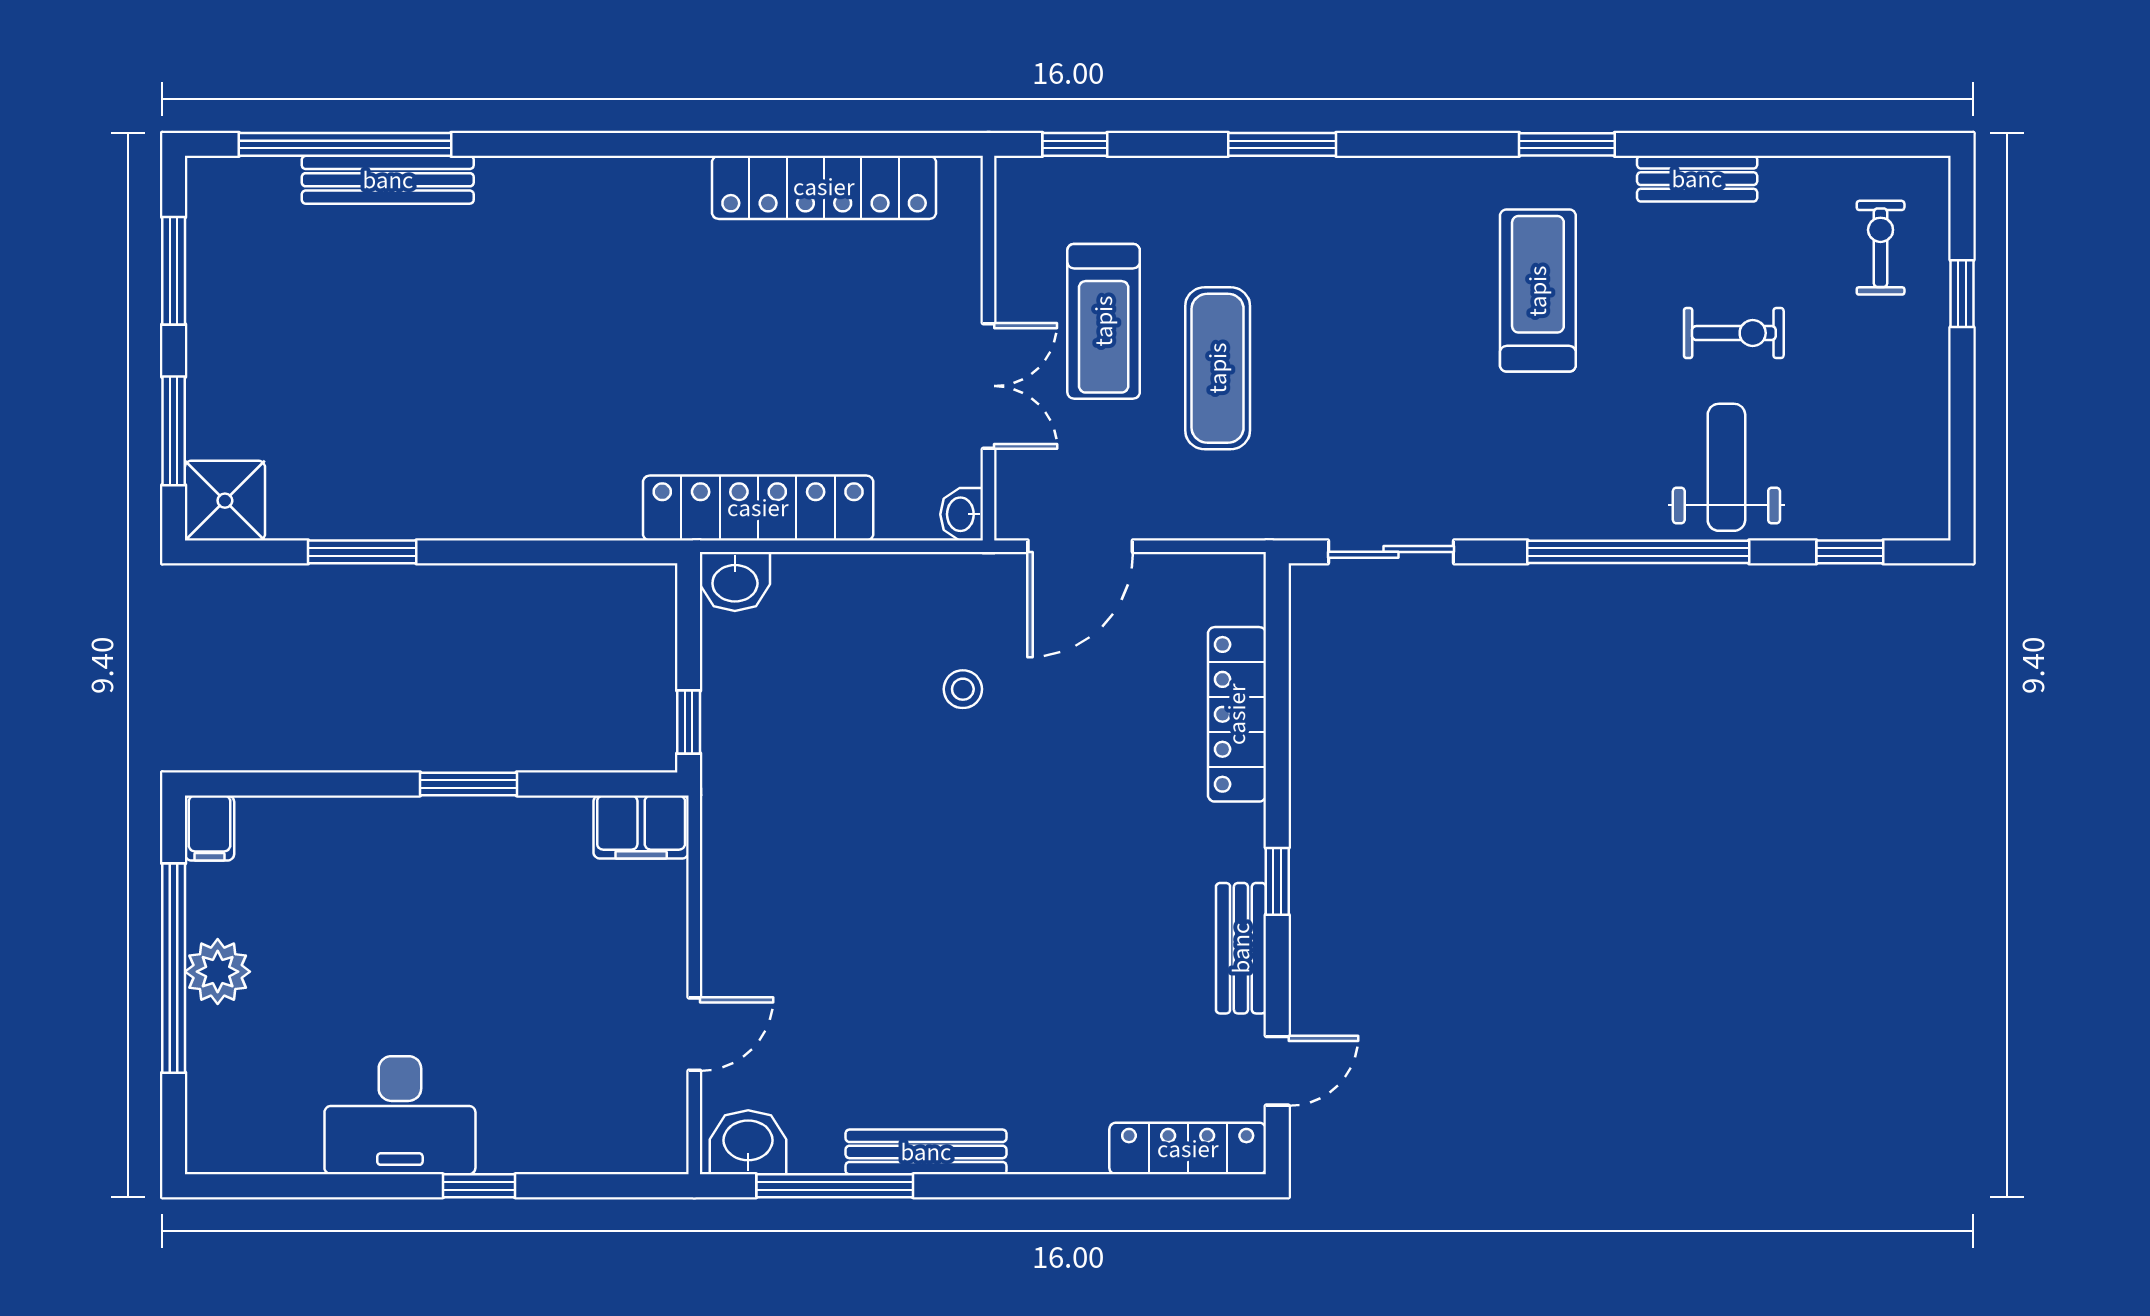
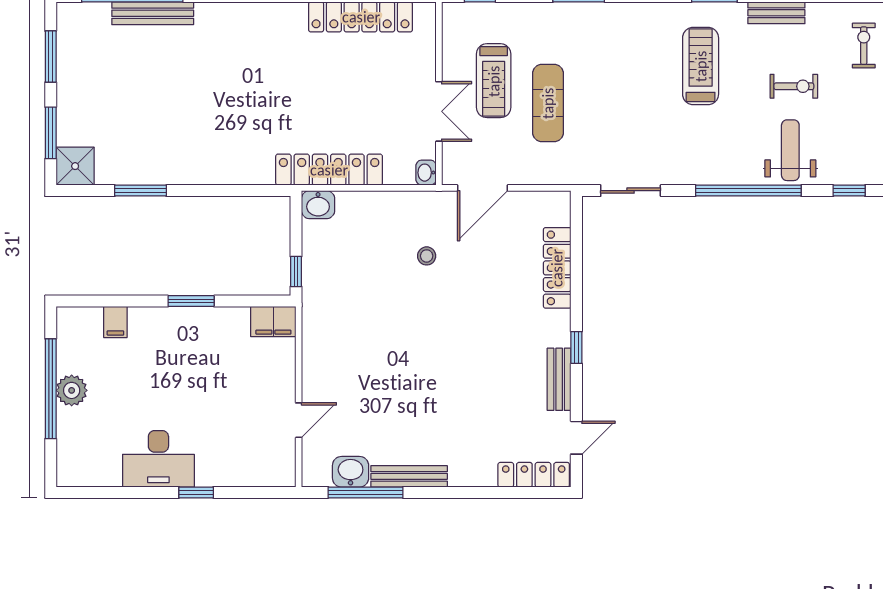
filing cabinet: (209, 828) -> (115, 322), moved
washbasin: (748, 1142) -> (351, 472), moved

